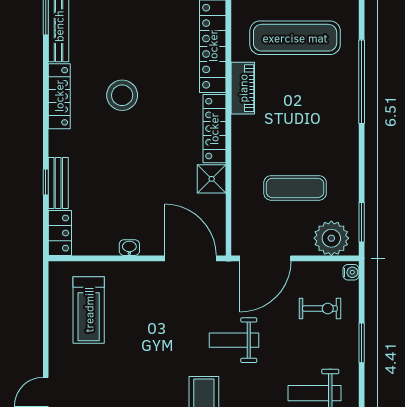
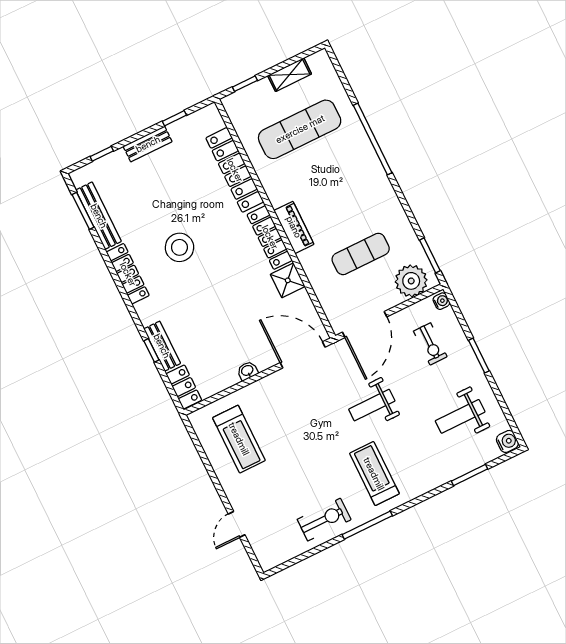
piano: (243, 88) -> (294, 227), moved
exercise bike: (320, 309) -> (430, 344), turned 90

